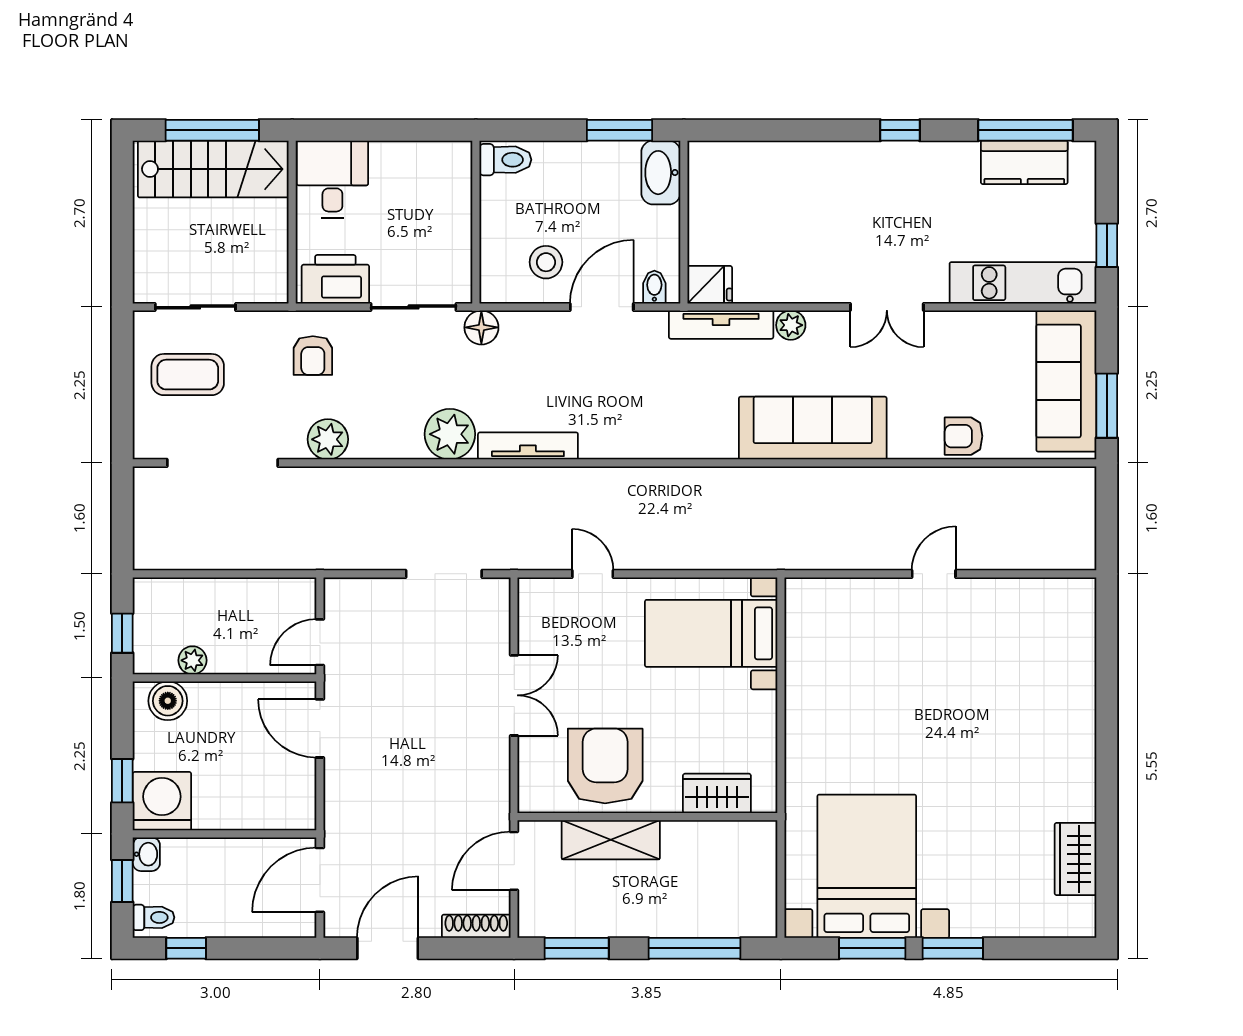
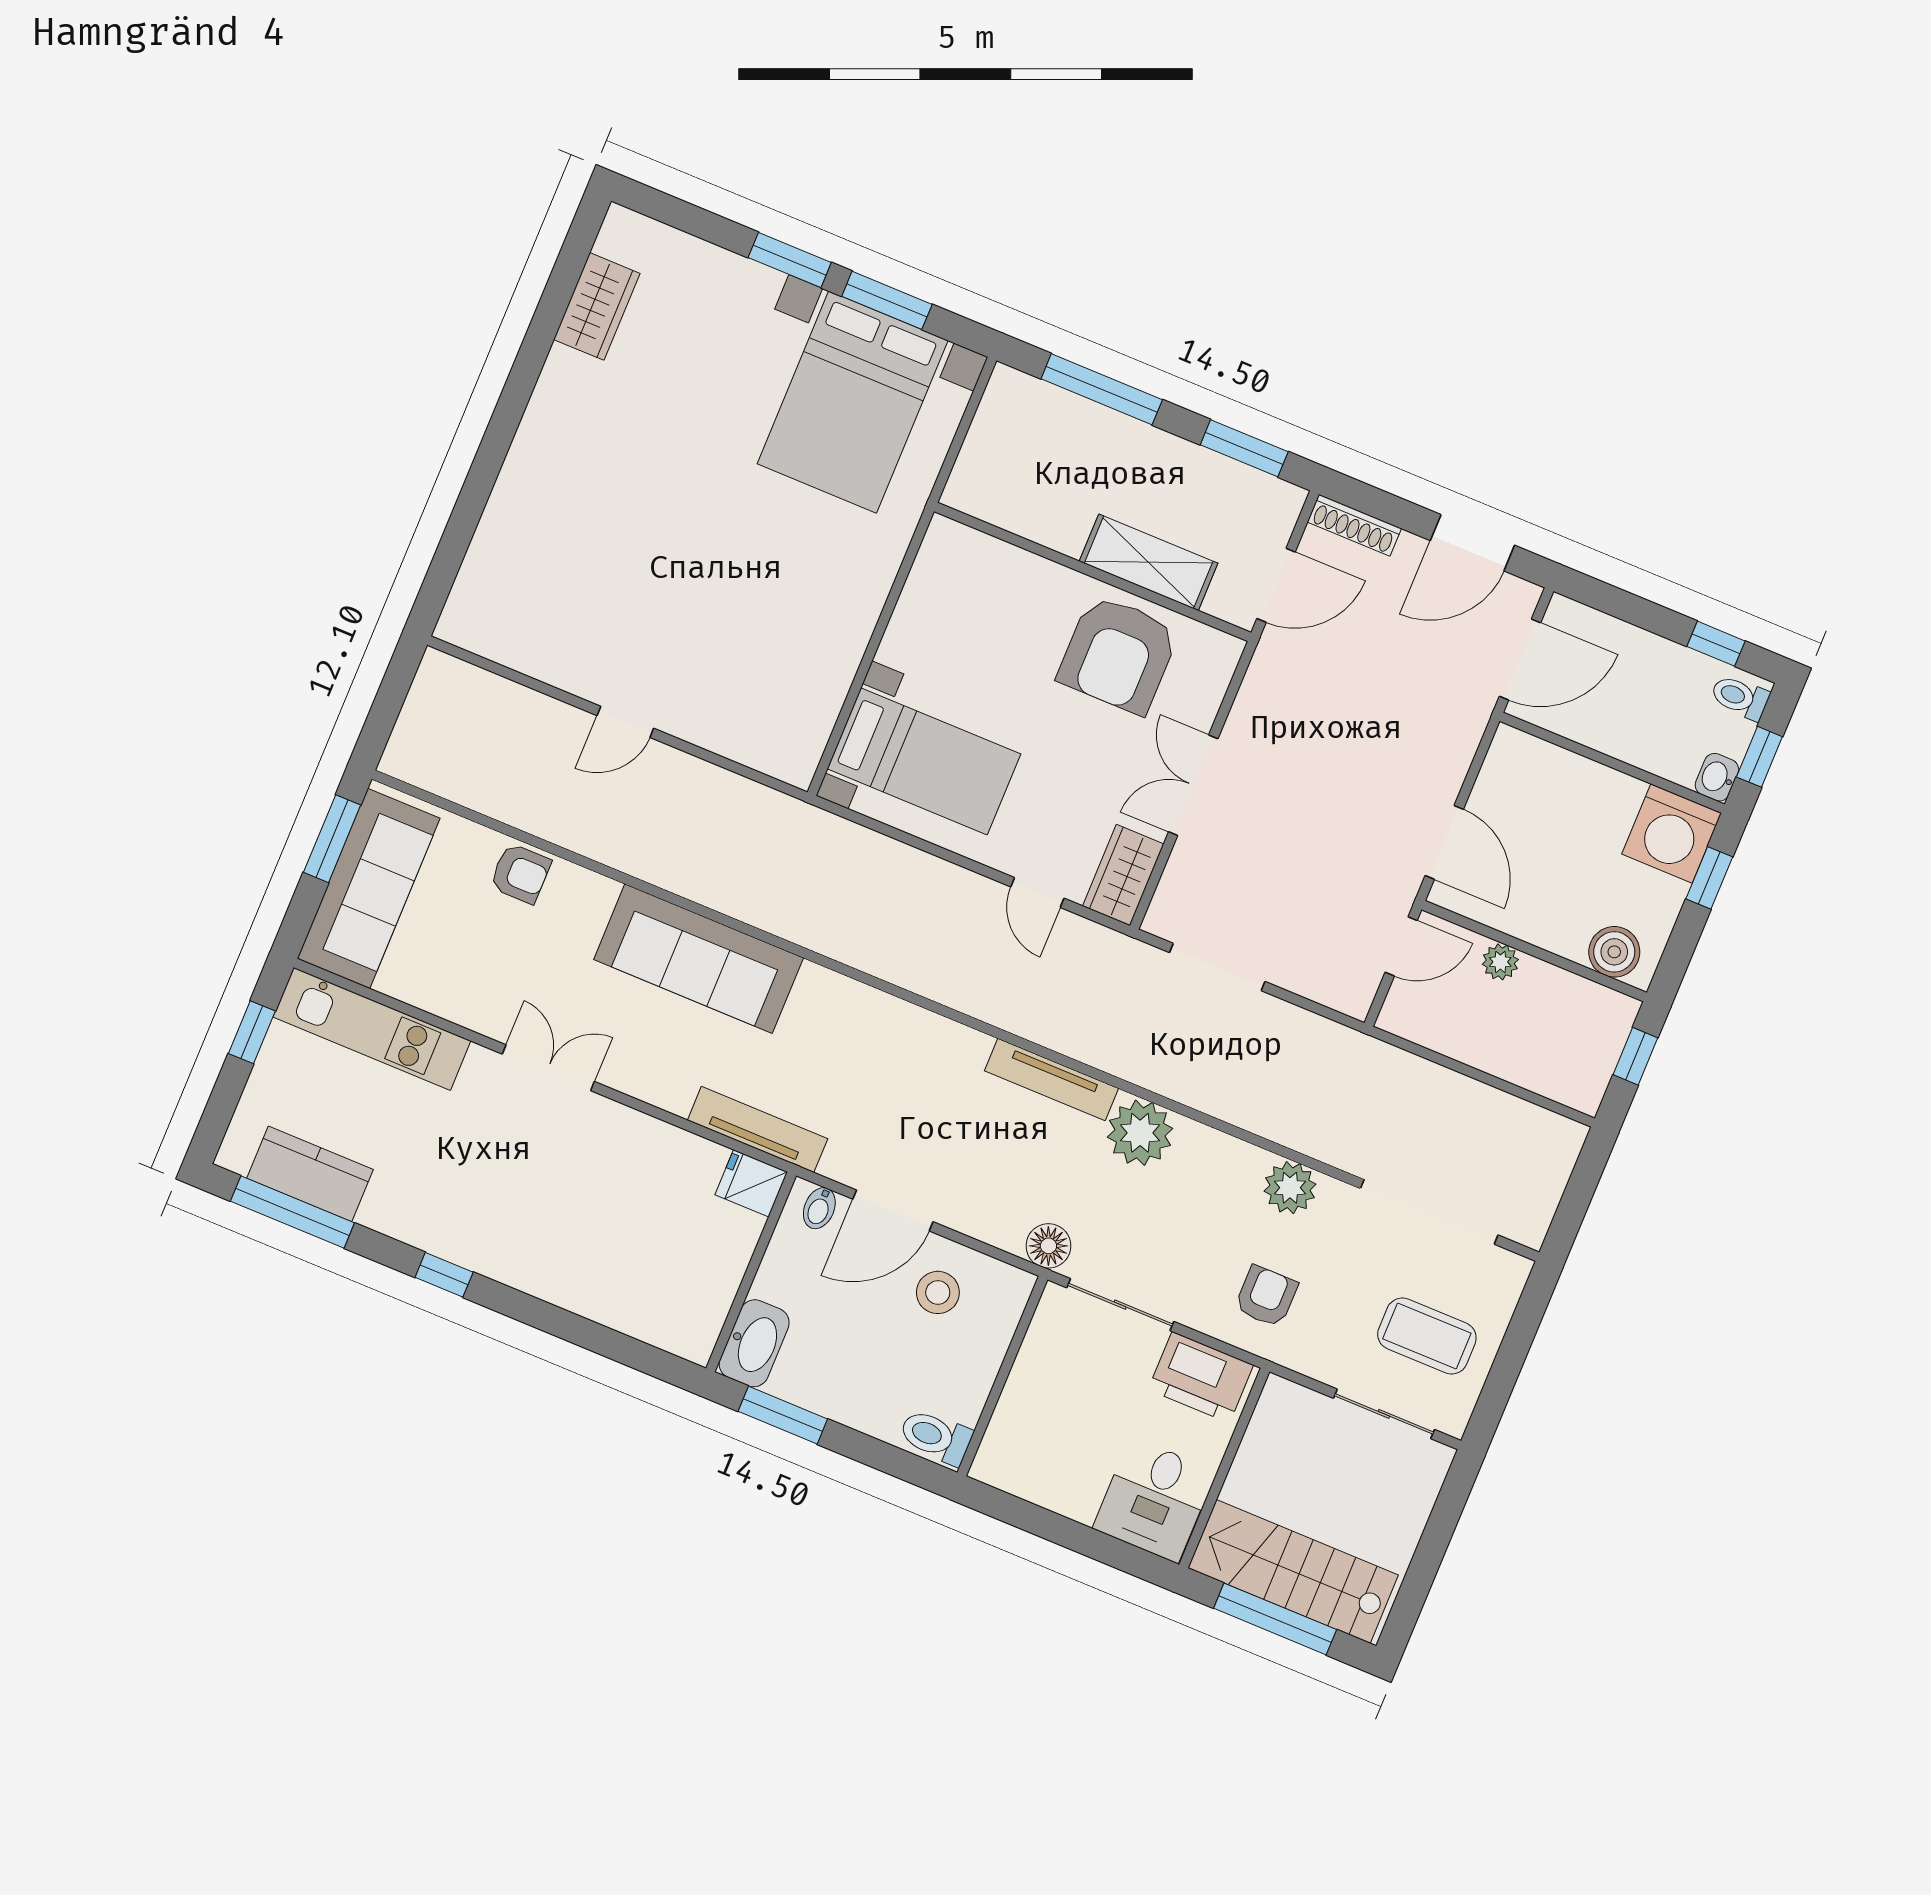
plant: (791, 325) -> (674, 1094), removed
plant: (192, 660) -> (1500, 962), moved
wardrobe: (717, 793) -> (1123, 875), moved, turned 90

